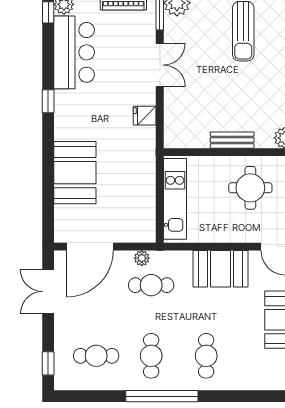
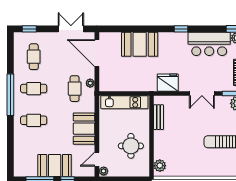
fridge: (145, 116) -> (168, 83), width x1.88, depth x1.34
bench: (232, 140) -> (158, 117), moved

